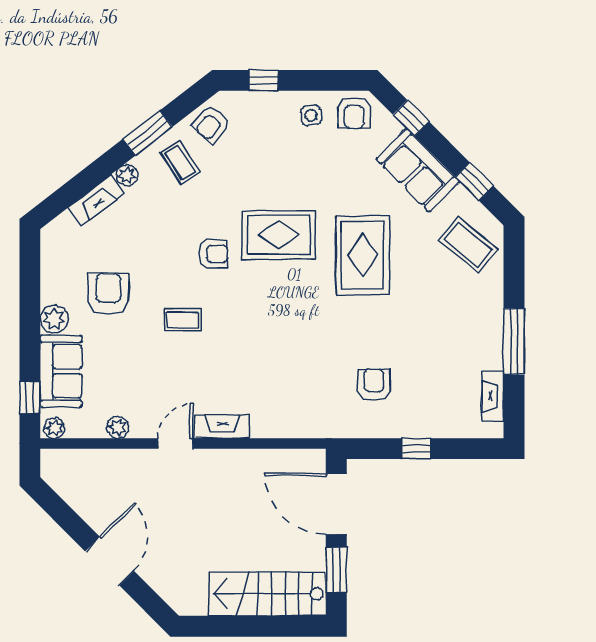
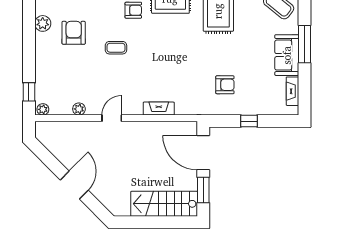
plant: (54, 319) -> (43, 23), moved
window: (514, 342) -> (305, 44), moved
sofa: (61, 371) -> (287, 55), moved, turned 180
armchair: (374, 385) -> (225, 85), turned 90
fireplace: (222, 427) -> (159, 109), moved

